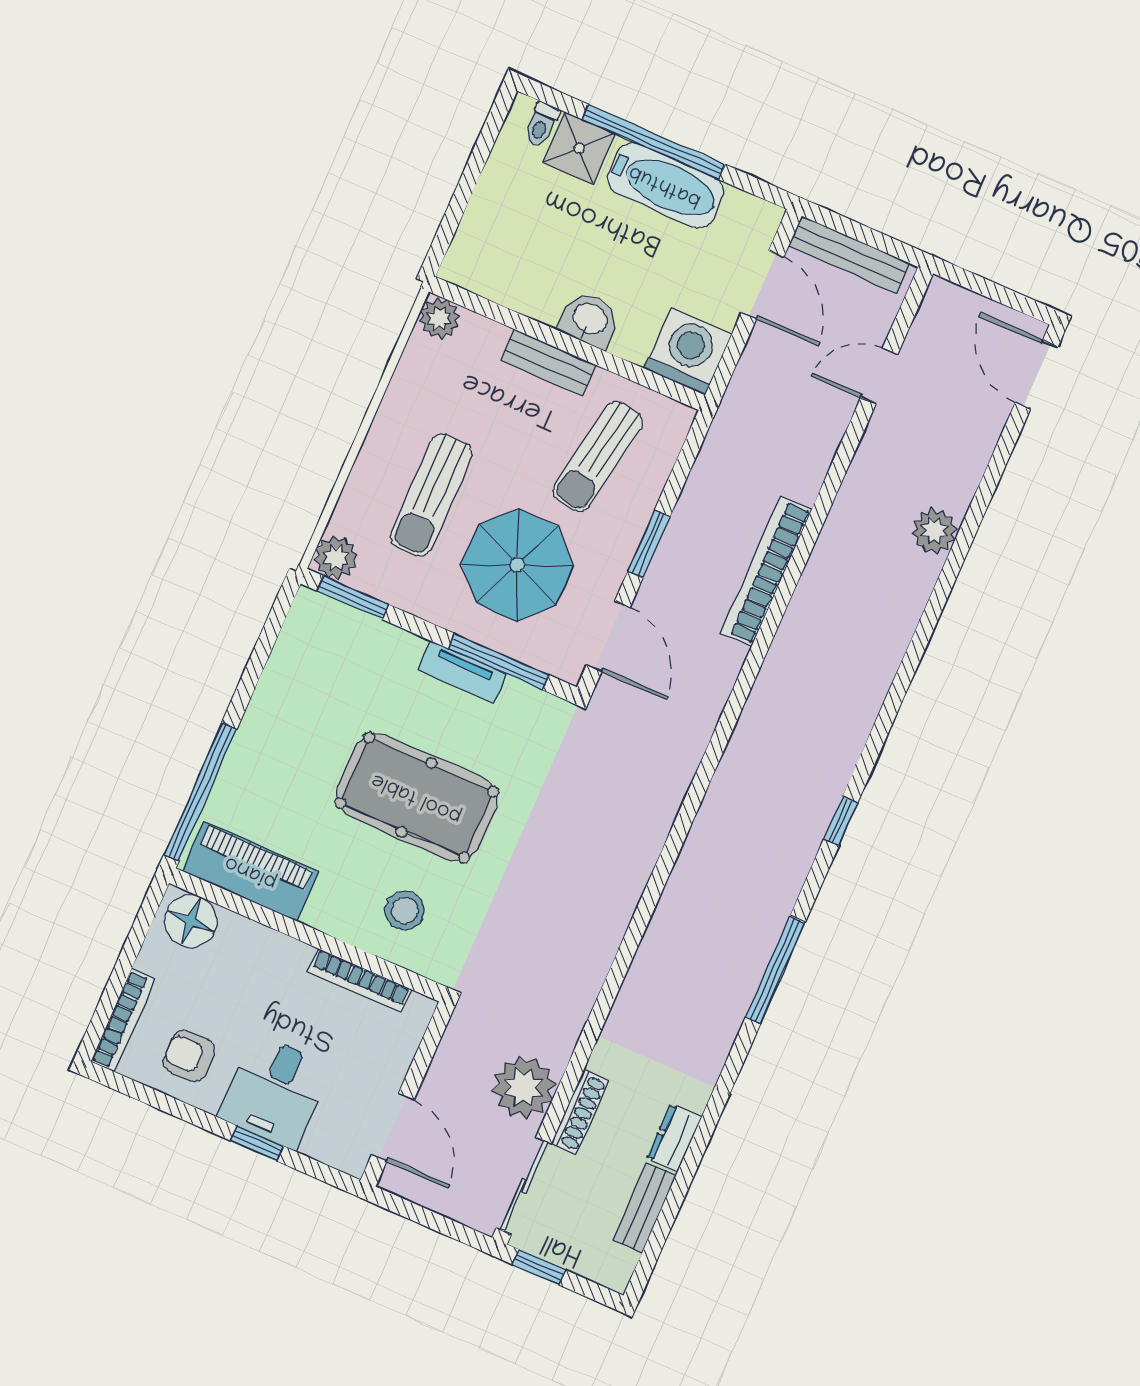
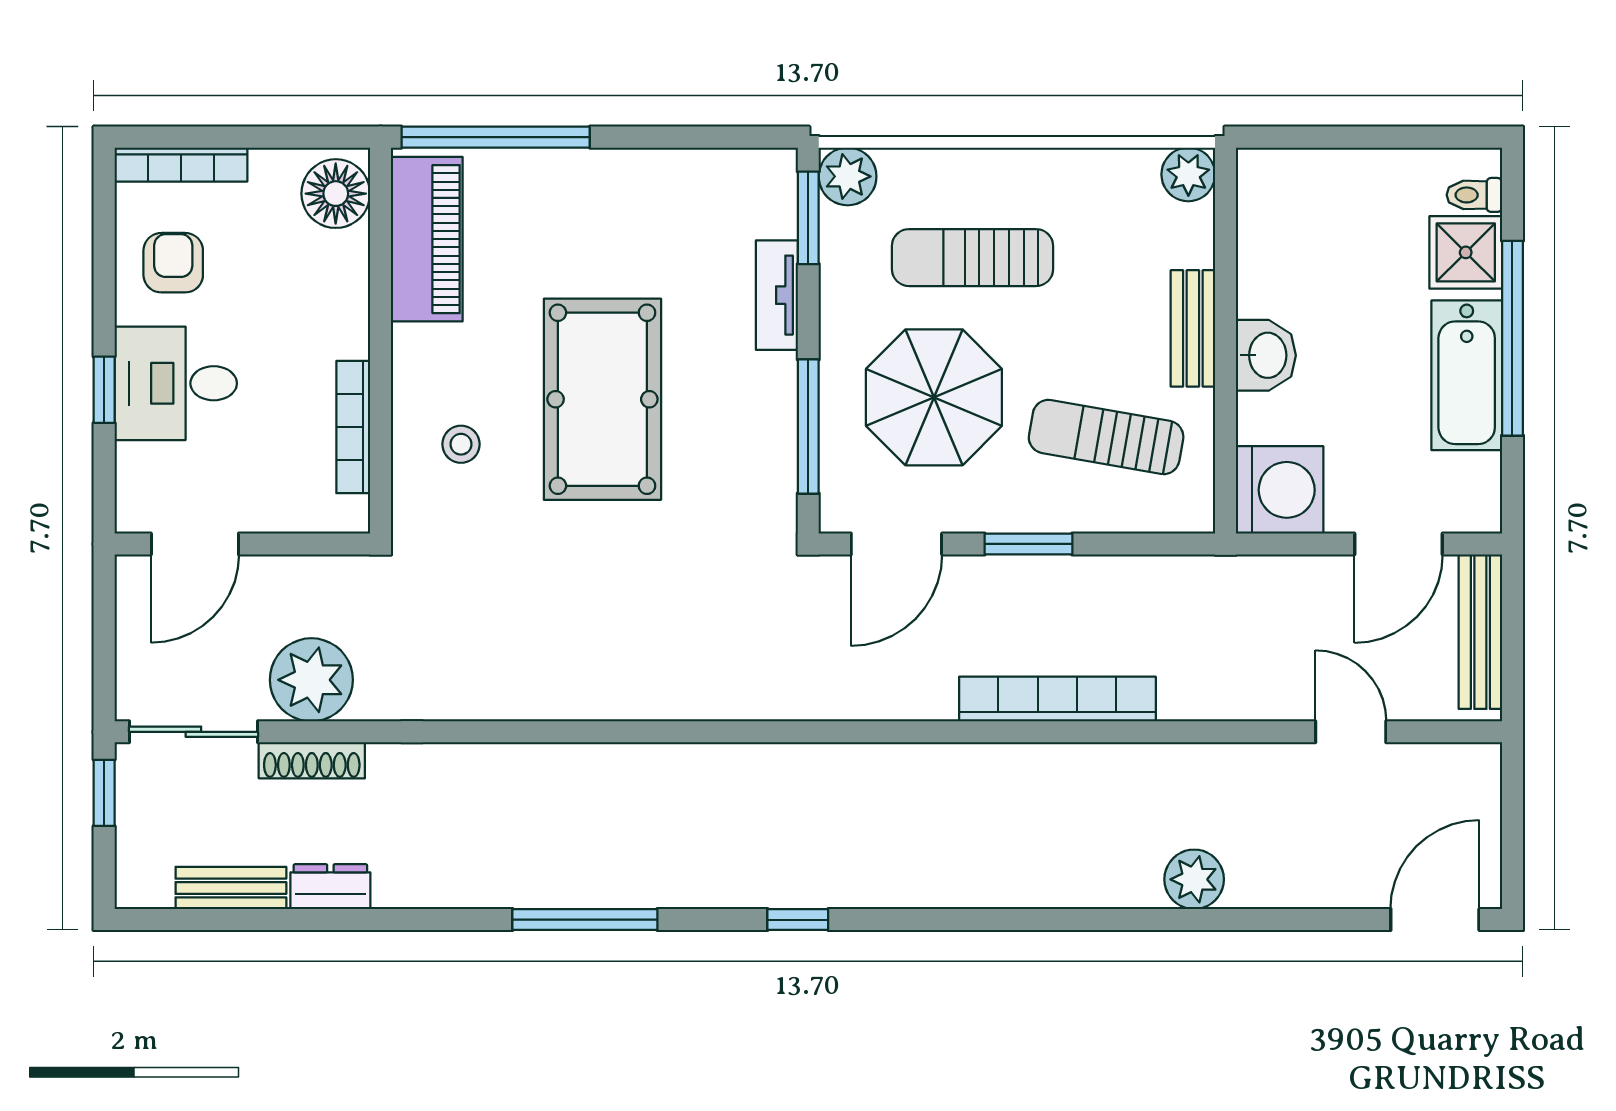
tv unit: (462, 672) -> (777, 295), moved
stool: (405, 910) -> (461, 444), width x0.73, depth x0.73

